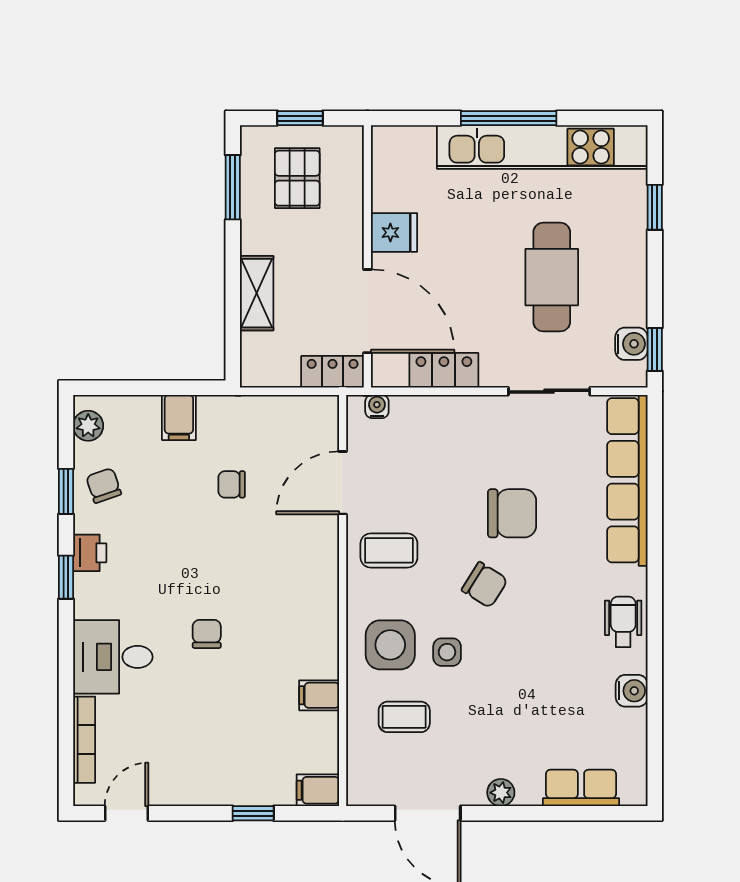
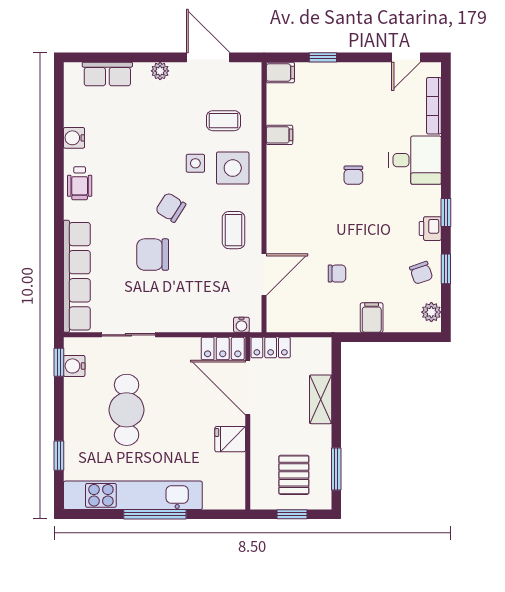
locker: (444, 370) -> (223, 349), moved
coffee table: (389, 550) -> (234, 230), turned 90

